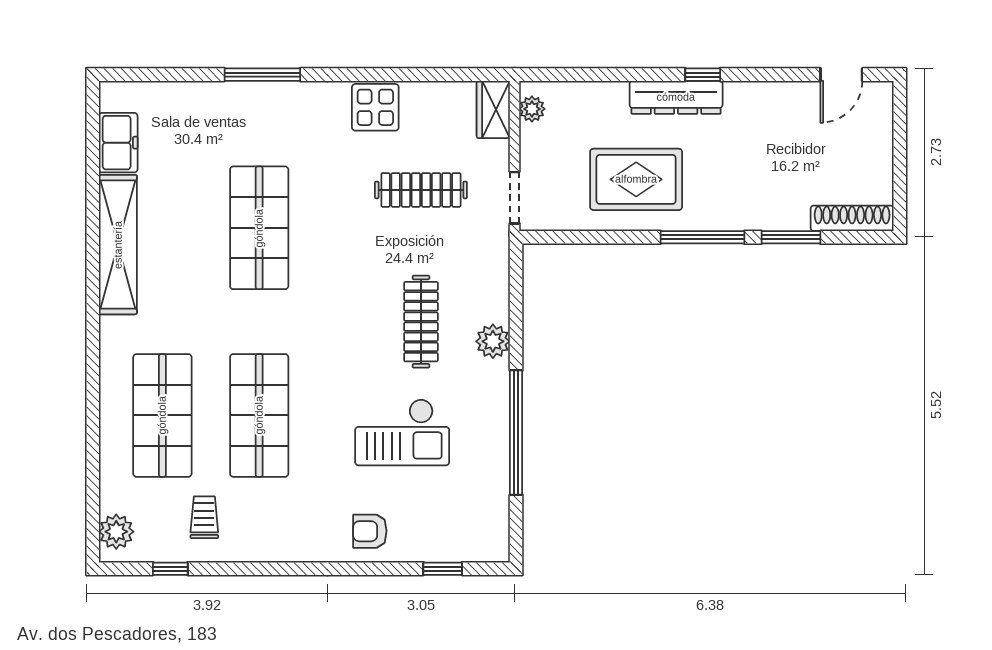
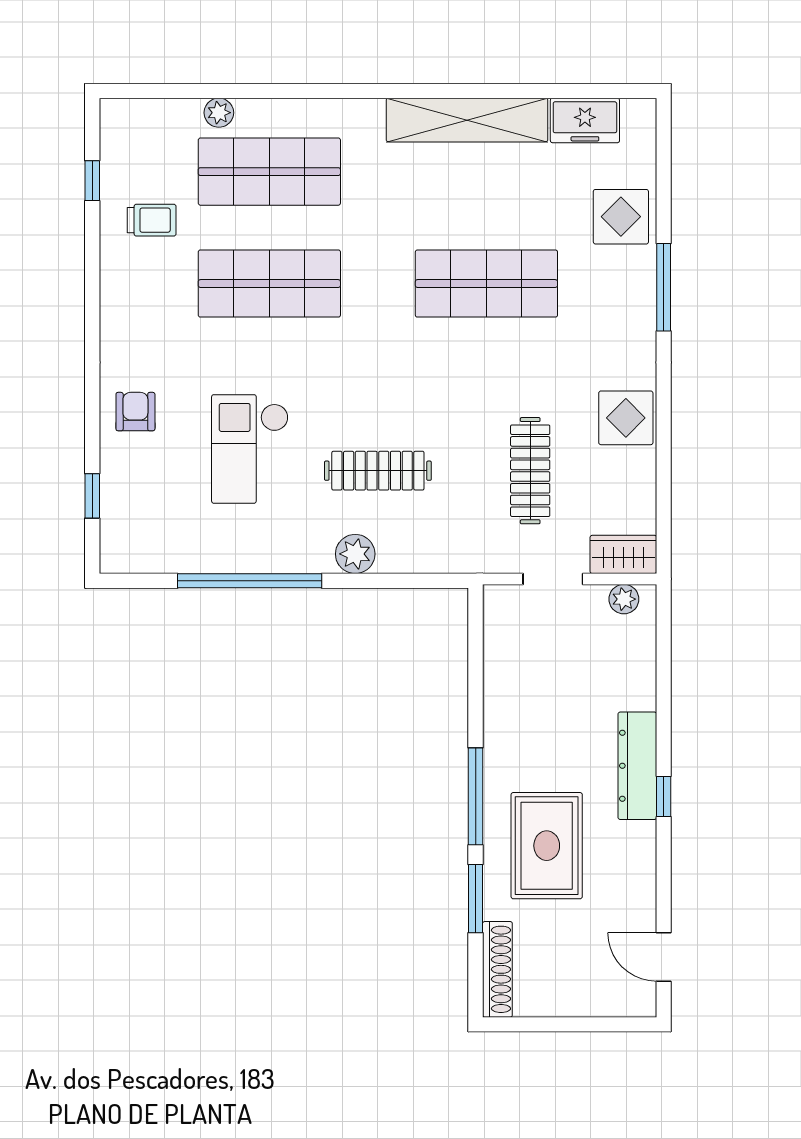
display table: (201, 112) -> (621, 217), added
rug: (636, 179) -> (547, 846), moved
doorway: (515, 198) -> (553, 579), moved
plant: (116, 532) -> (219, 113), moved, width x0.73, depth x0.73

